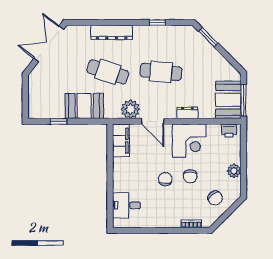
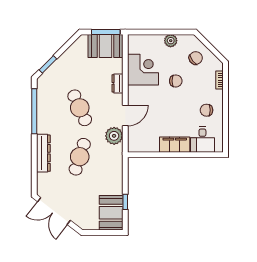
window: (157, 22) -> (34, 111), width x3.17
cafe table: (161, 72) -> (80, 108), turned -30
booth: (84, 106) -> (111, 213), moved
printer: (229, 130) -> (134, 45), removed
filing cabinet: (121, 141) -> (175, 145), moved
corner desk: (189, 141) -> (143, 70), moved
chair: (165, 179) -> (207, 110), moved

